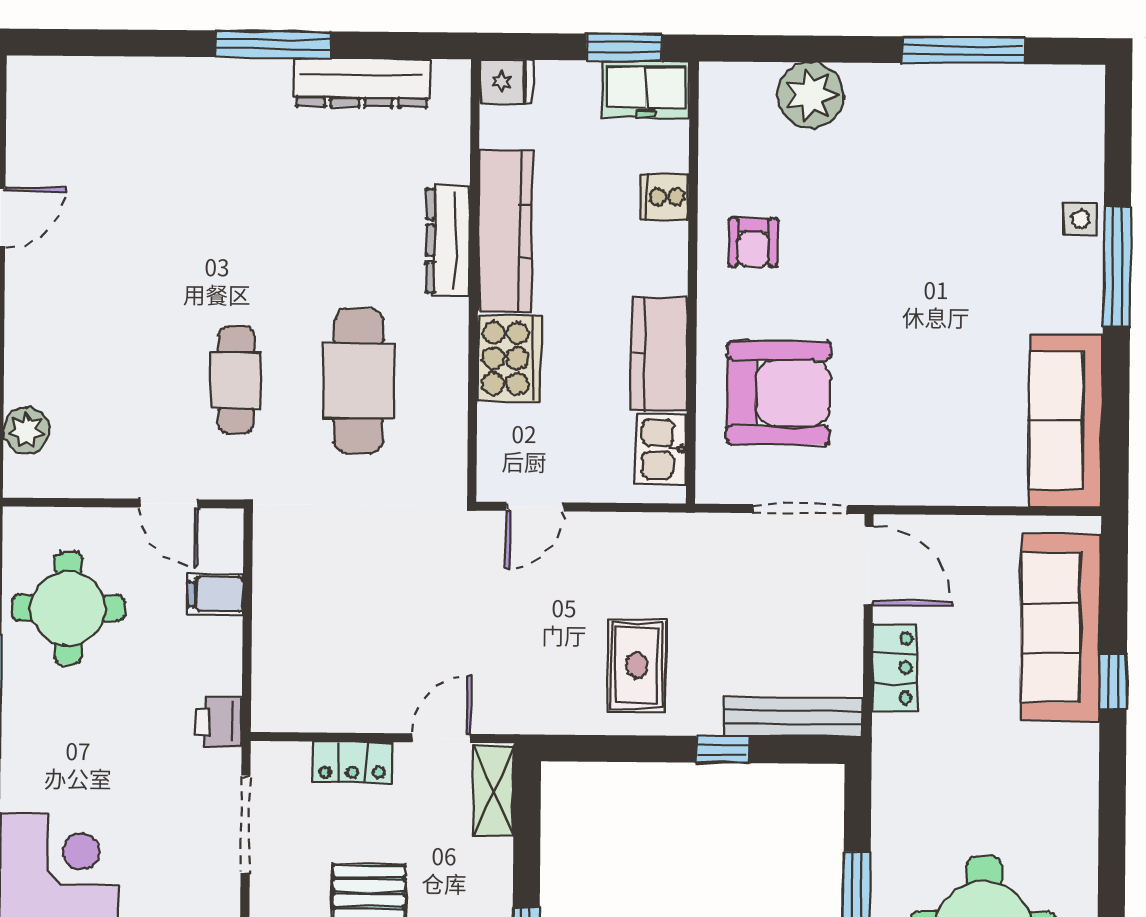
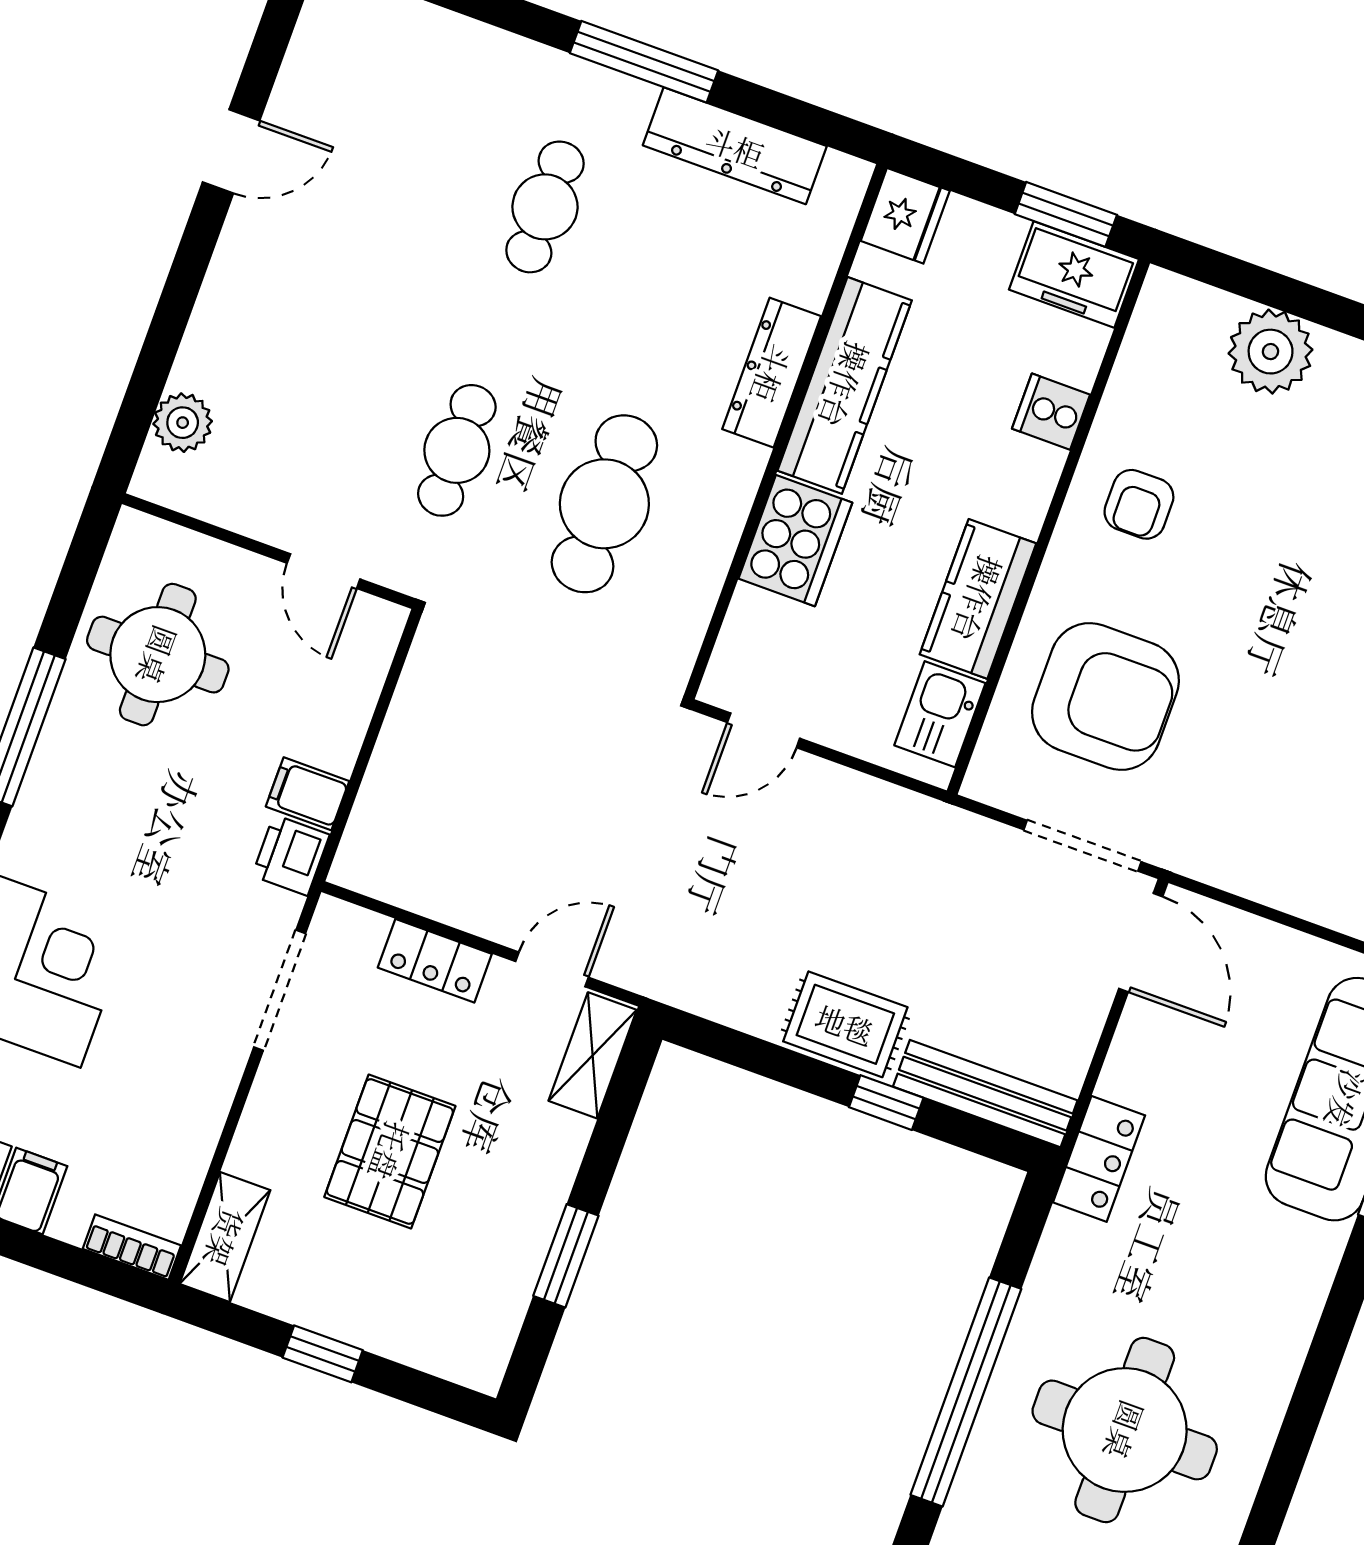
fridge: (506, 82) -> (905, 216), width x1.38
cafe table: (238, 177) -> (545, 207), added
filing cabinet: (216, 594) -> (308, 794), moved
rug: (637, 665) -> (845, 1024), moved, turned 90
locker: (895, 668) -> (1099, 1159), moved

